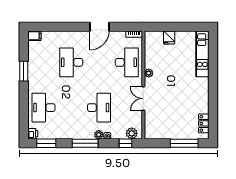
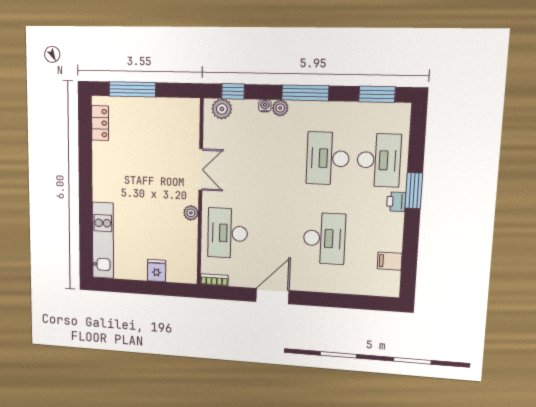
filing cabinet: (34, 36) -> (390, 261), moved
window: (24, 71) -> (414, 191), moved
desk: (99, 108) -> (328, 158), moved
printer: (33, 134) -> (396, 202), moved

